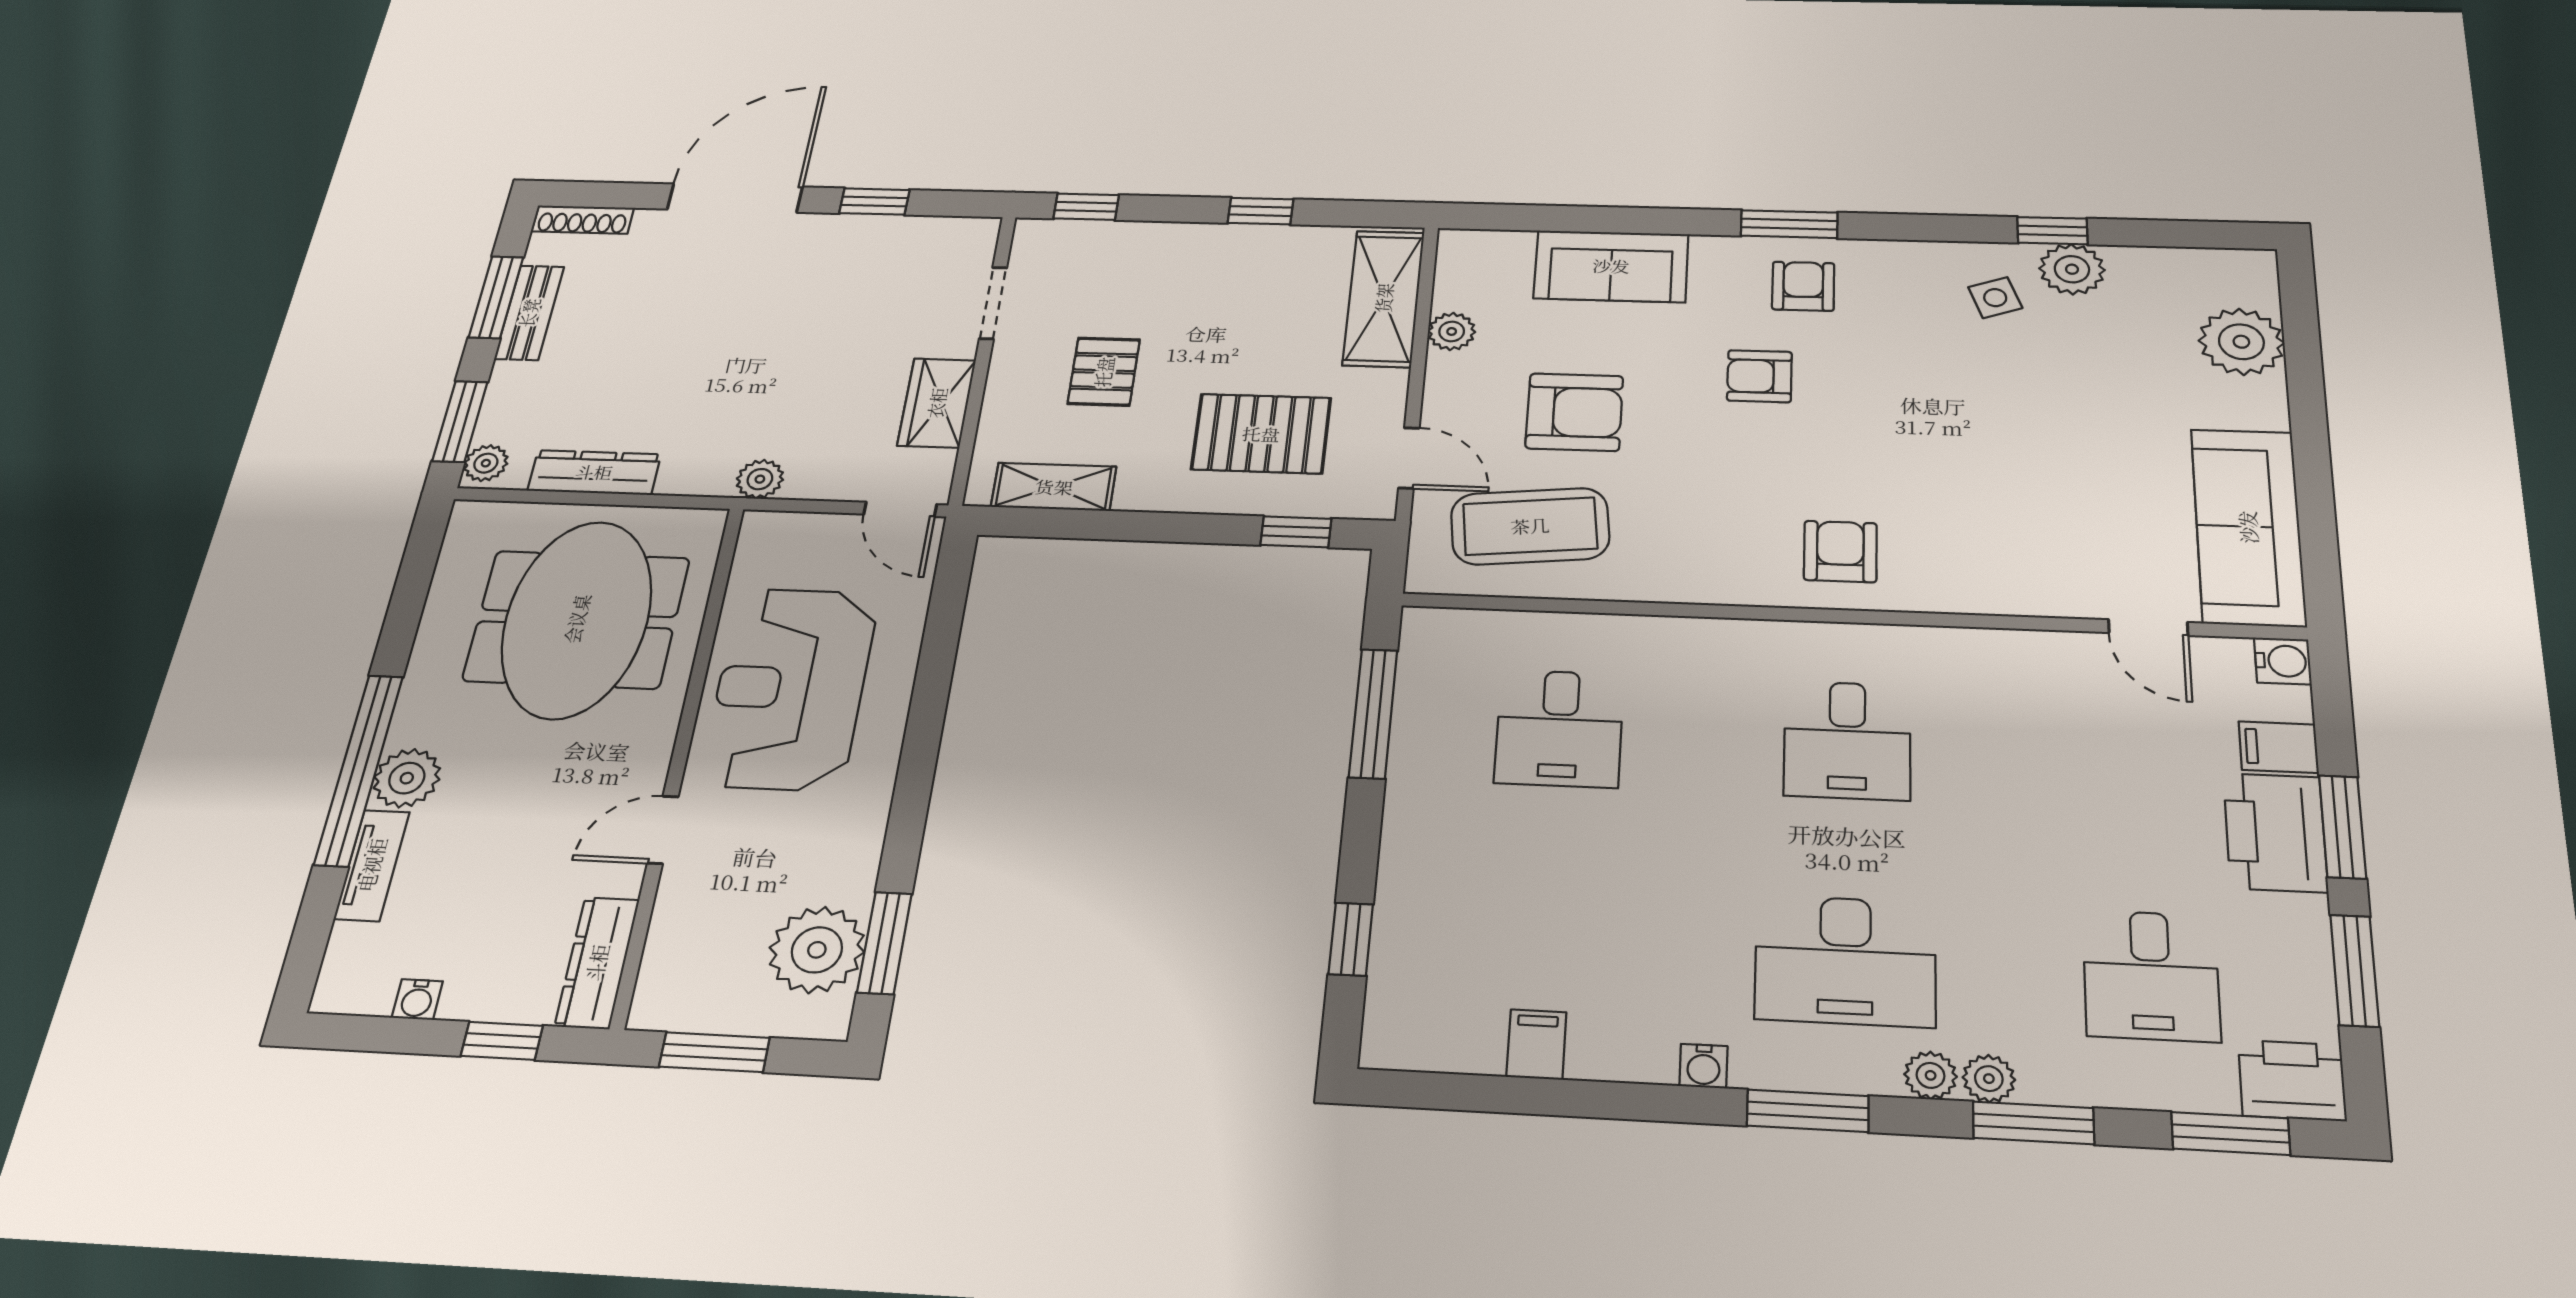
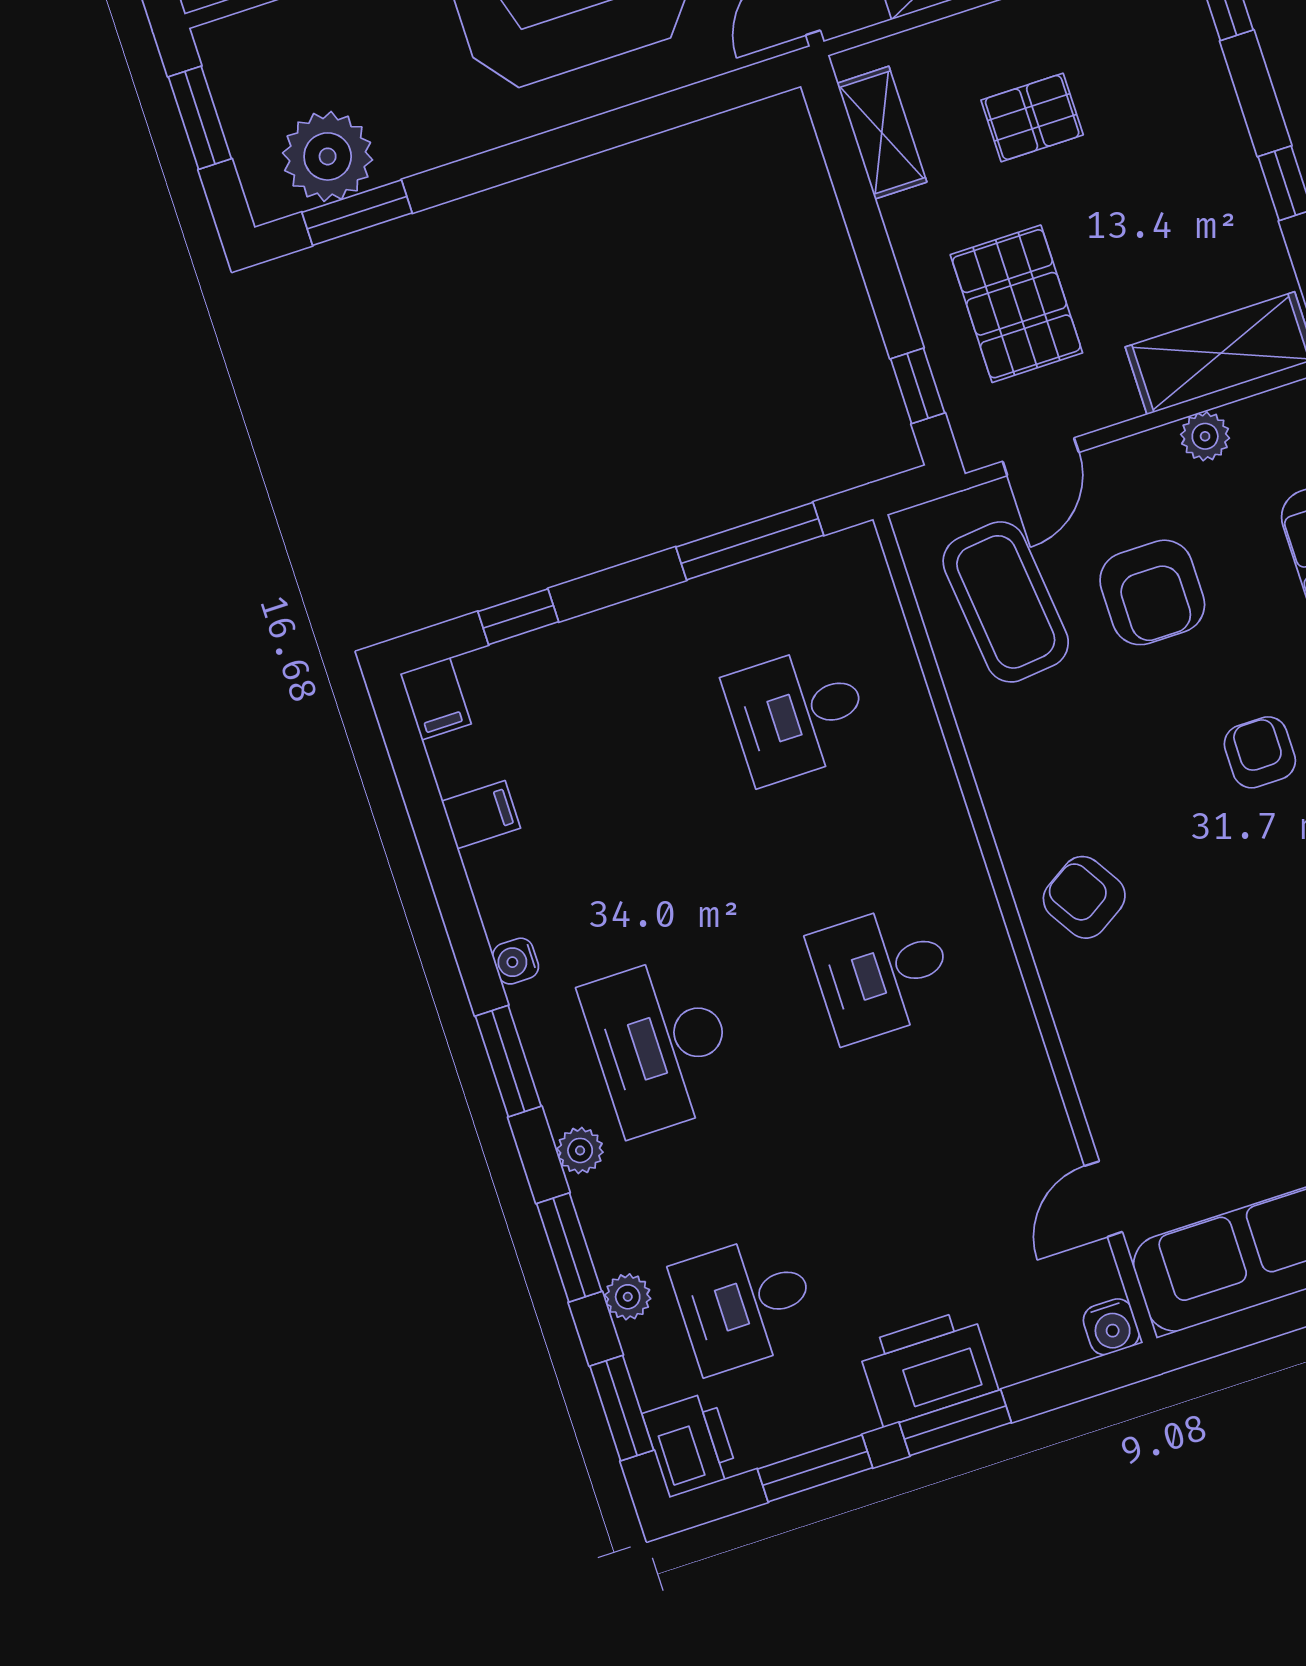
armchair: (1840, 551) -> (1084, 897), turned -122
filing cabinet: (2279, 747) -> (436, 699), moved, turned 180
plant: (1989, 1079) -> (628, 1297), moved

